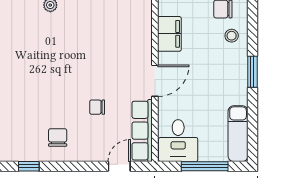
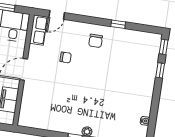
row of seats: (142, 131) -> (38, 30), width x0.68

